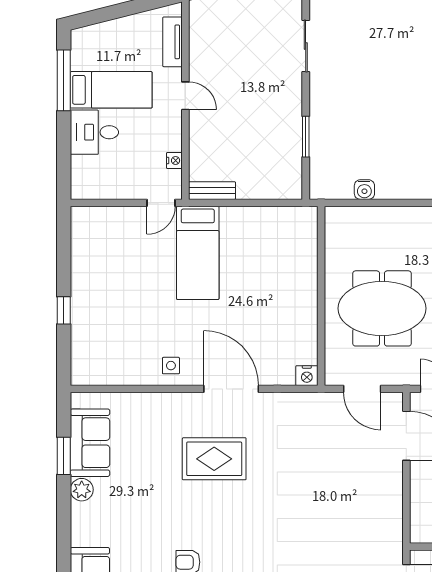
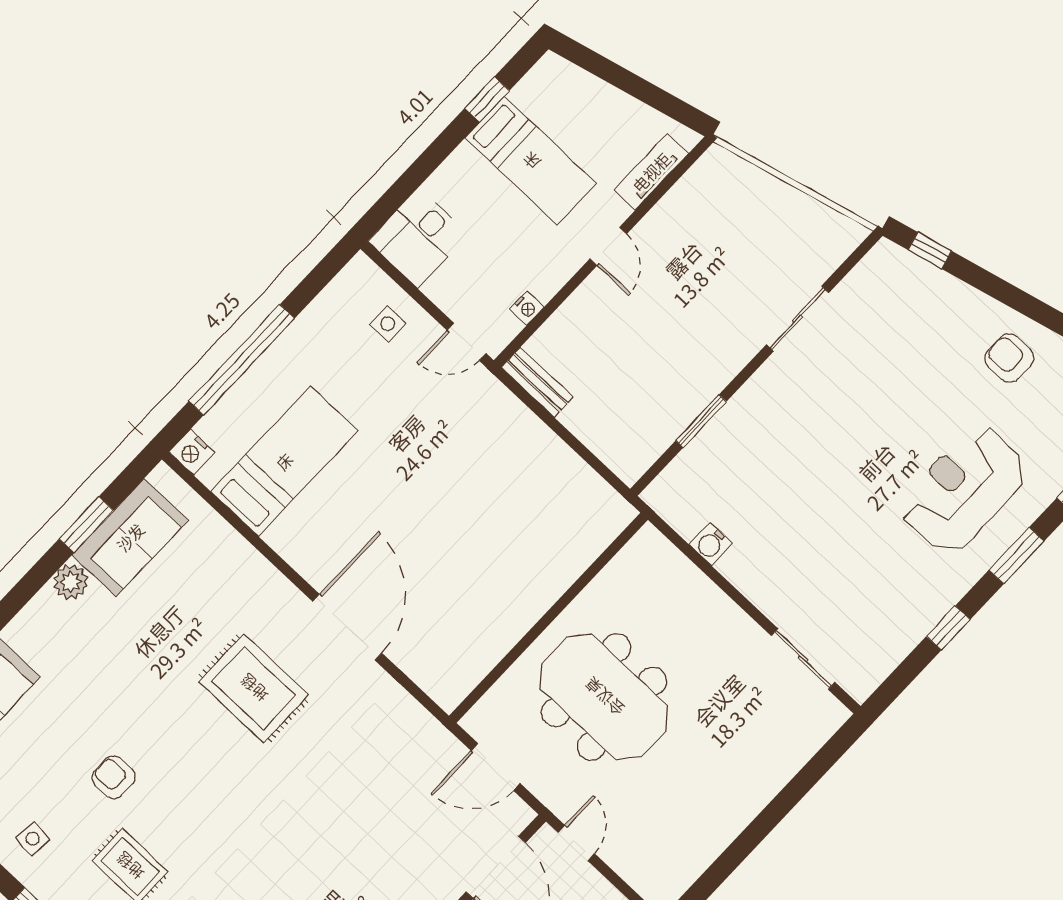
window: (64, 80) -> (487, 99), width x0.46
desk: (94, 132) -> (418, 238), moved, turned -90
bed: (198, 253) -> (284, 461), moved, turned 180
window: (64, 310) -> (242, 360), width x3.17
side table: (171, 366) -> (388, 324), moved
nightstand: (307, 376) -> (192, 452), moved
door: (362, 389) -> (496, 767), hinge flipped

